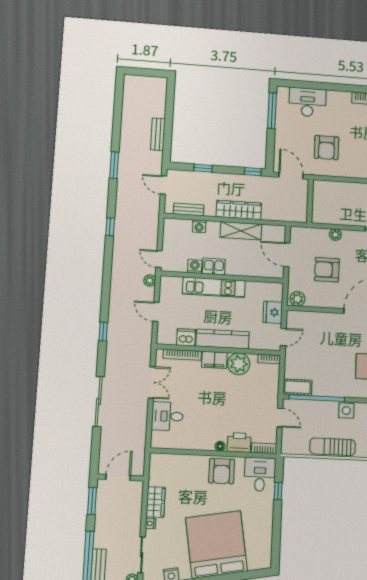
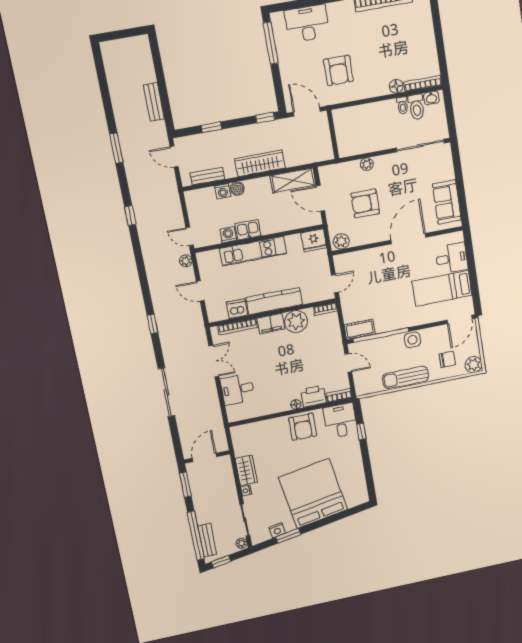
boiler: (213, 227) -> (237, 189), added
shelving: (241, 231) -> (293, 180), moved
fridge: (273, 312) -> (314, 240), moved, turned -90

